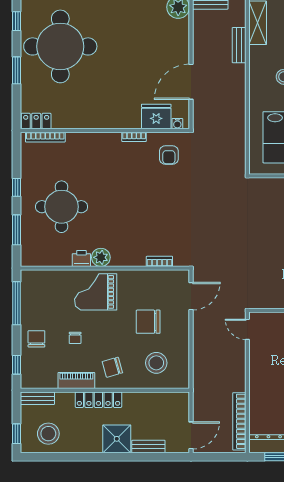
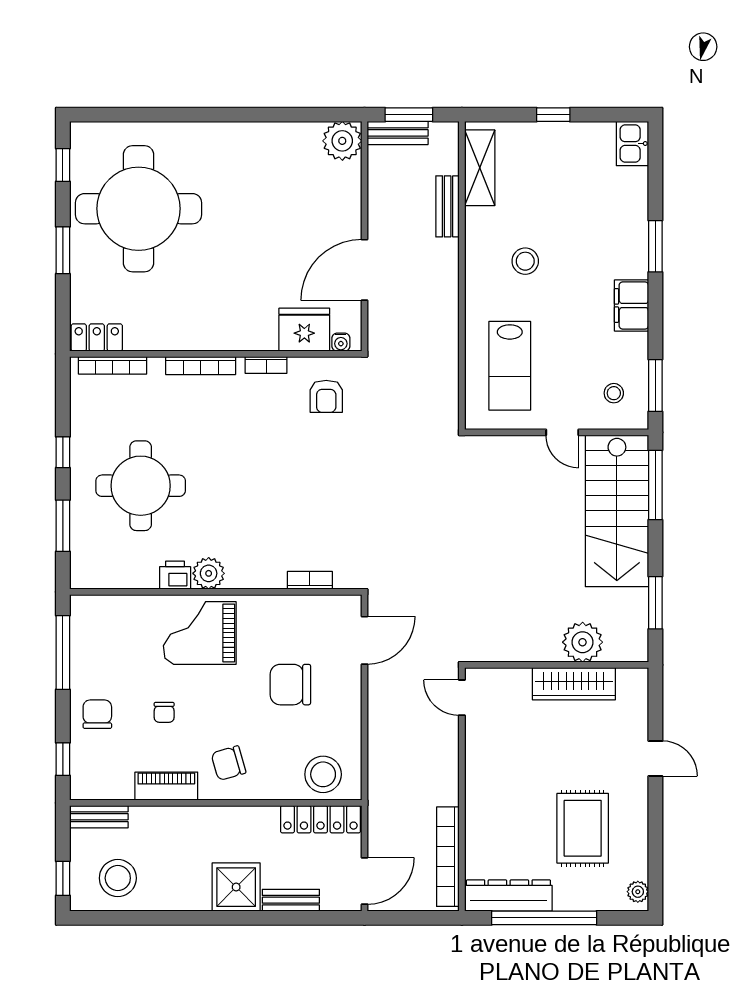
bookcase: (96, 137) -> (201, 366), added
stool: (156, 363) -> (323, 774), moved
locker: (98, 400) -> (320, 819), moved

